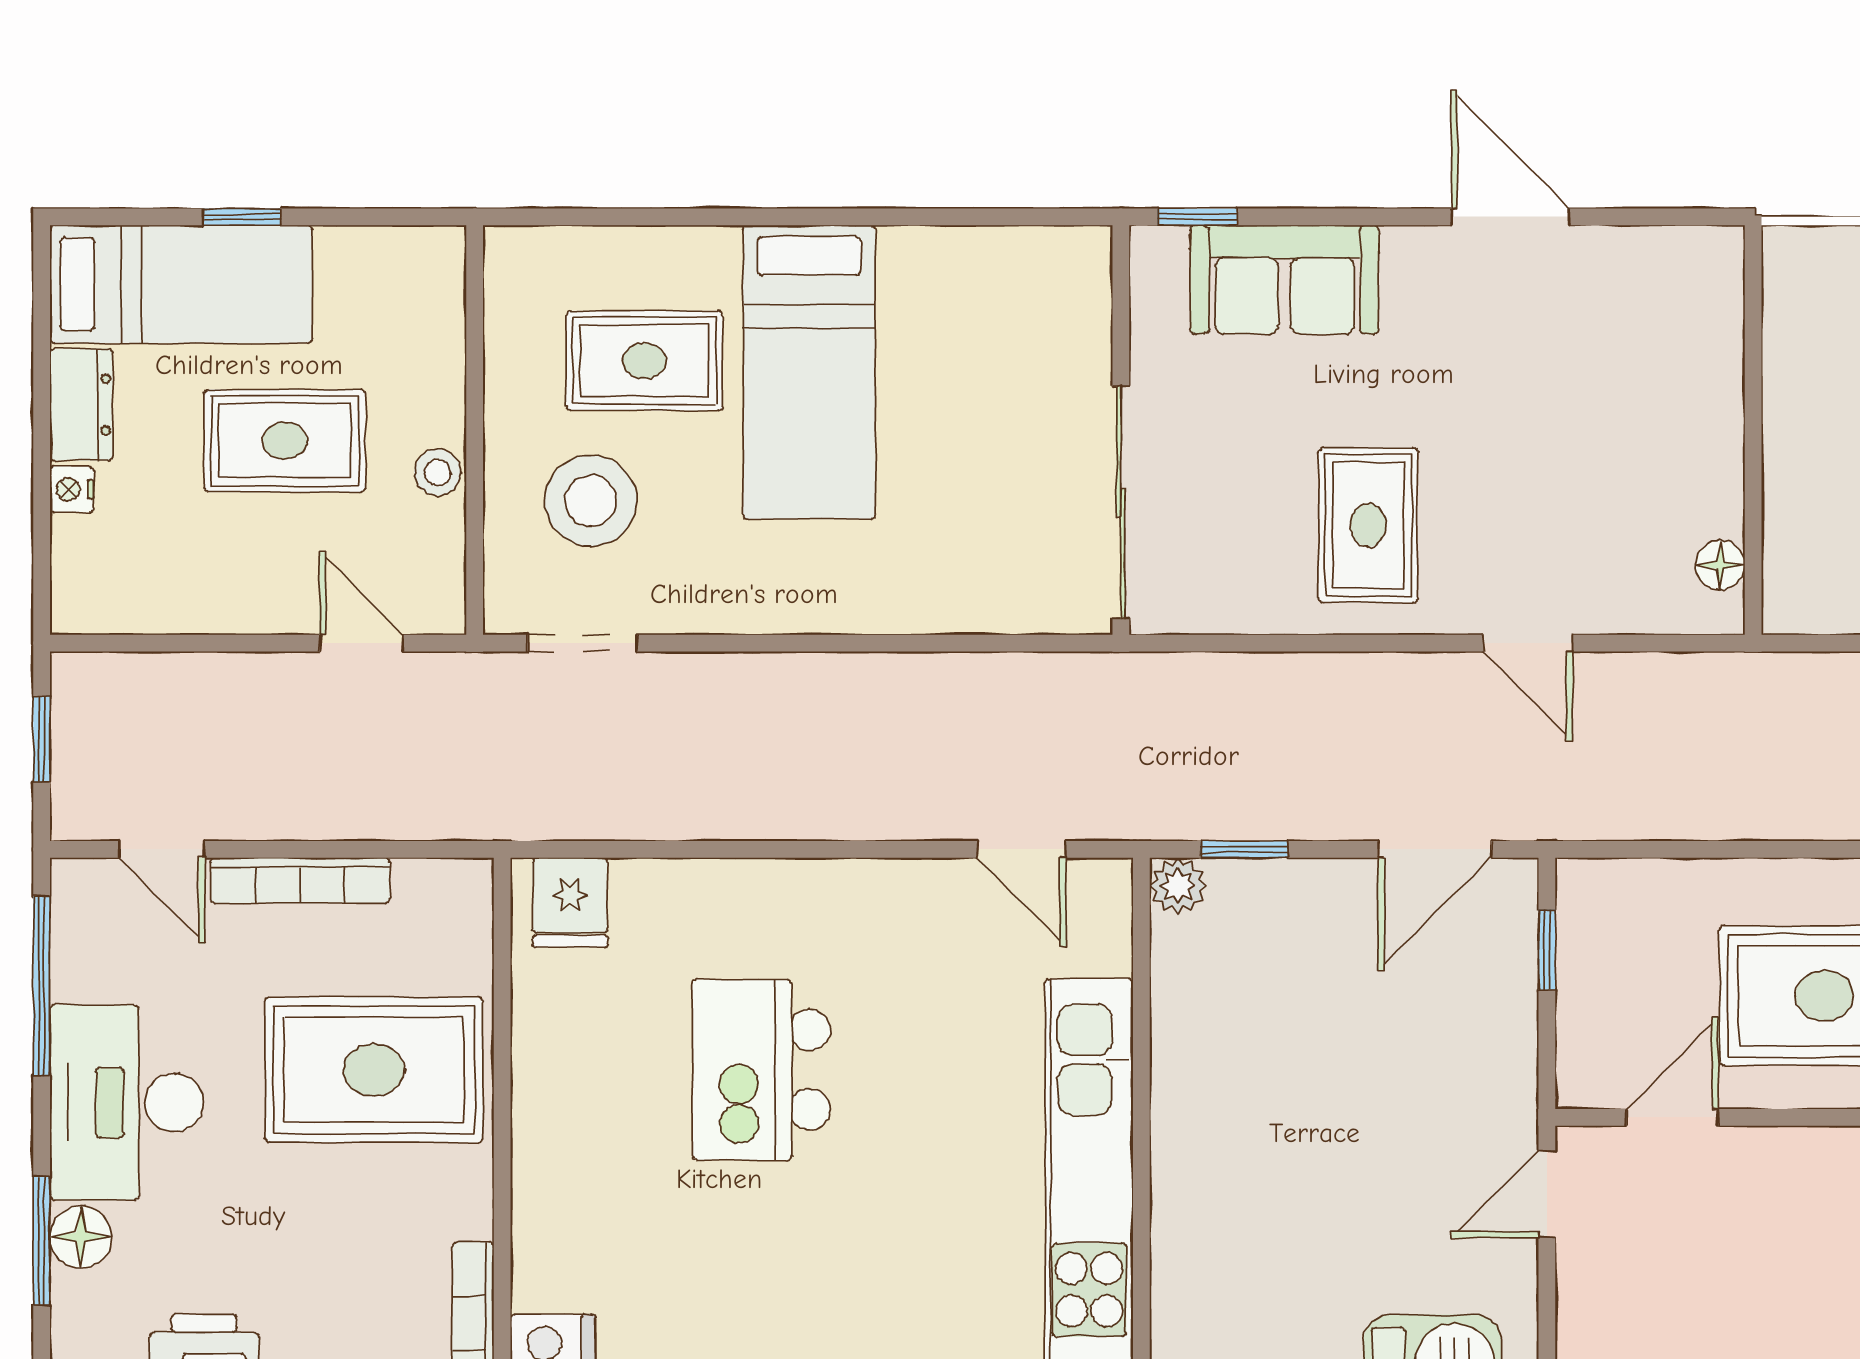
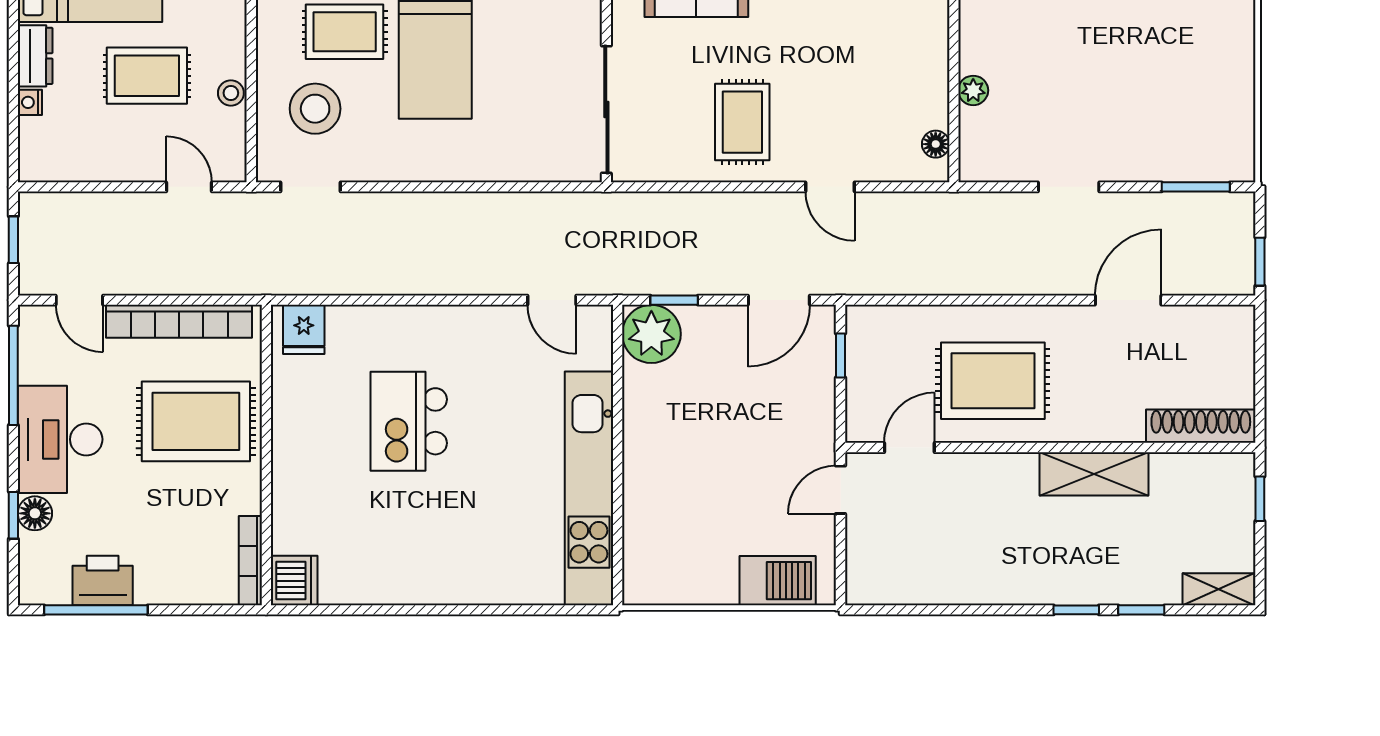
plant: (1788, 468) -> (973, 90), added
bookcase: (300, 880) -> (179, 321), width x1.48, depth x1.31
plant: (1178, 886) -> (651, 334), width x1.88, depth x1.88
window: (42, 1241) -> (13, 515), width x0.67

